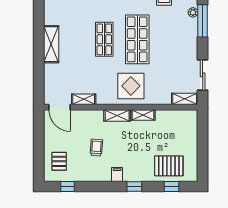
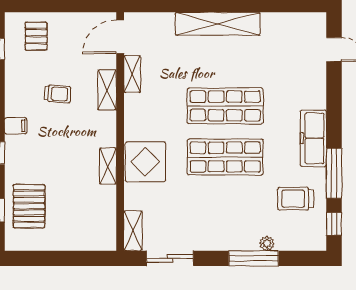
shop shelf: (104, 39) -> (225, 106), width x1.43, depth x1.36
shelving: (51, 44) -> (218, 24), width x1.47
display table: (131, 86) -> (145, 162), moved
shelving: (117, 115) -> (107, 90), moved
pallet: (59, 161) -> (36, 36), turned 90

